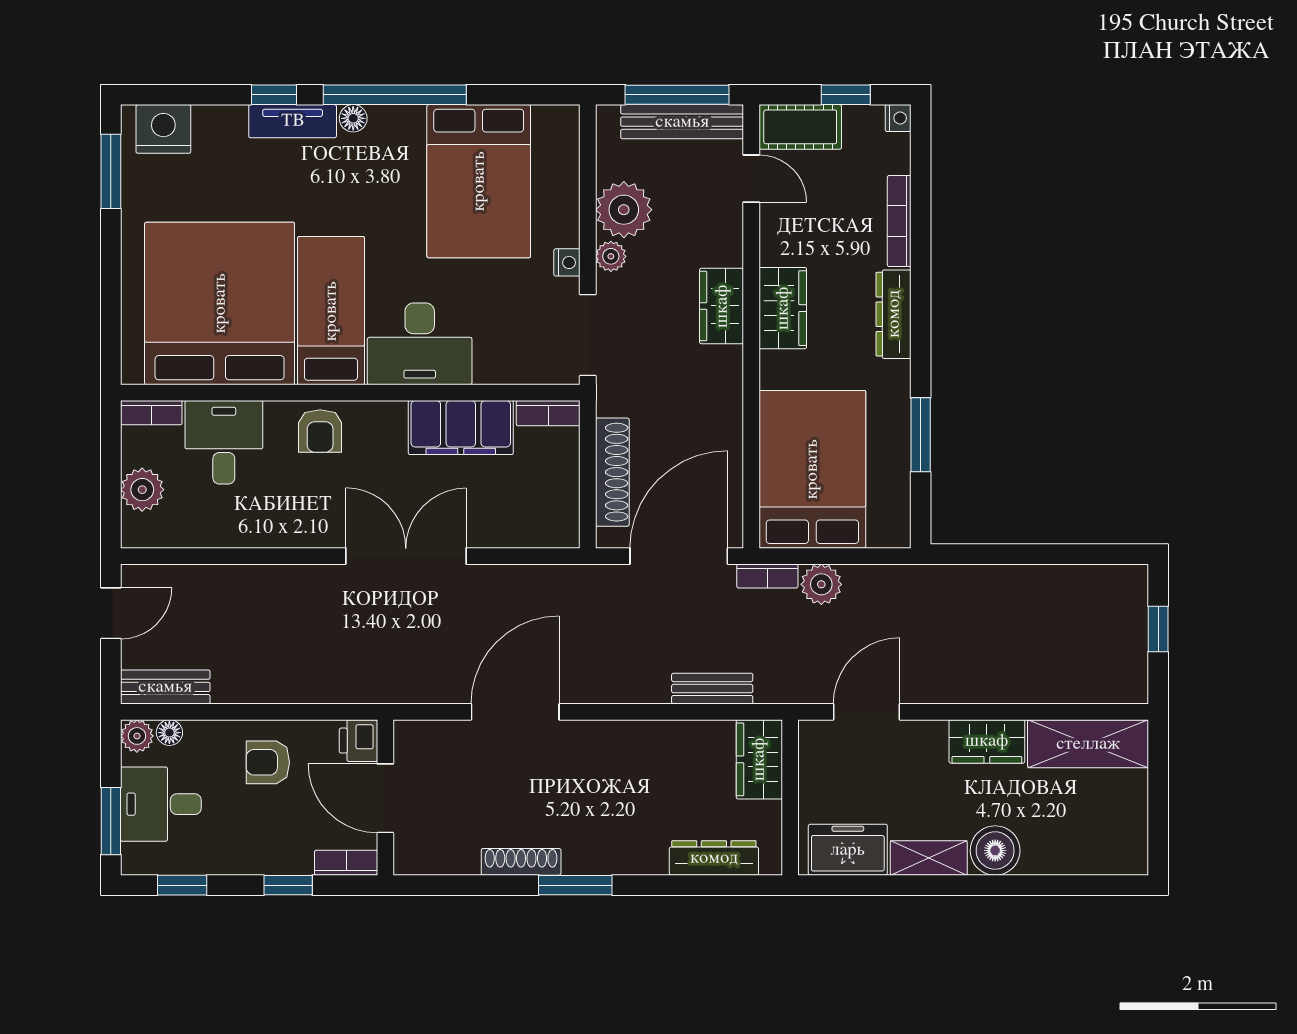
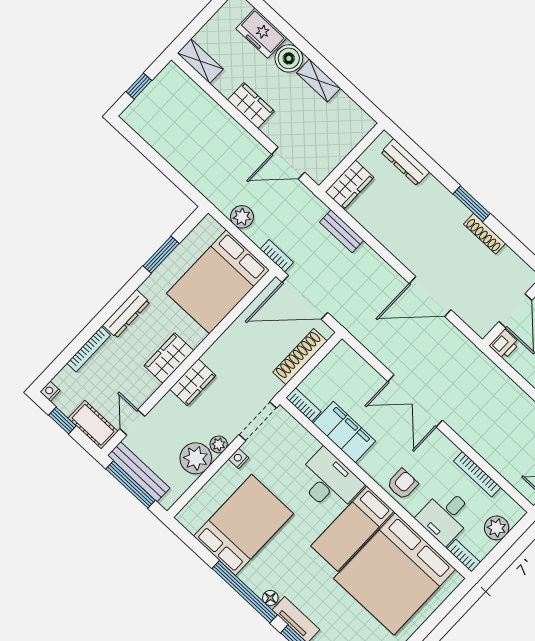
bookcase: (234, 536) -> (477, 474), added
plant: (821, 584) -> (242, 217), moved
shelving: (1088, 744) -> (200, 61), width x0.67, depth x0.75
freezer: (848, 850) -> (261, 33), moved

